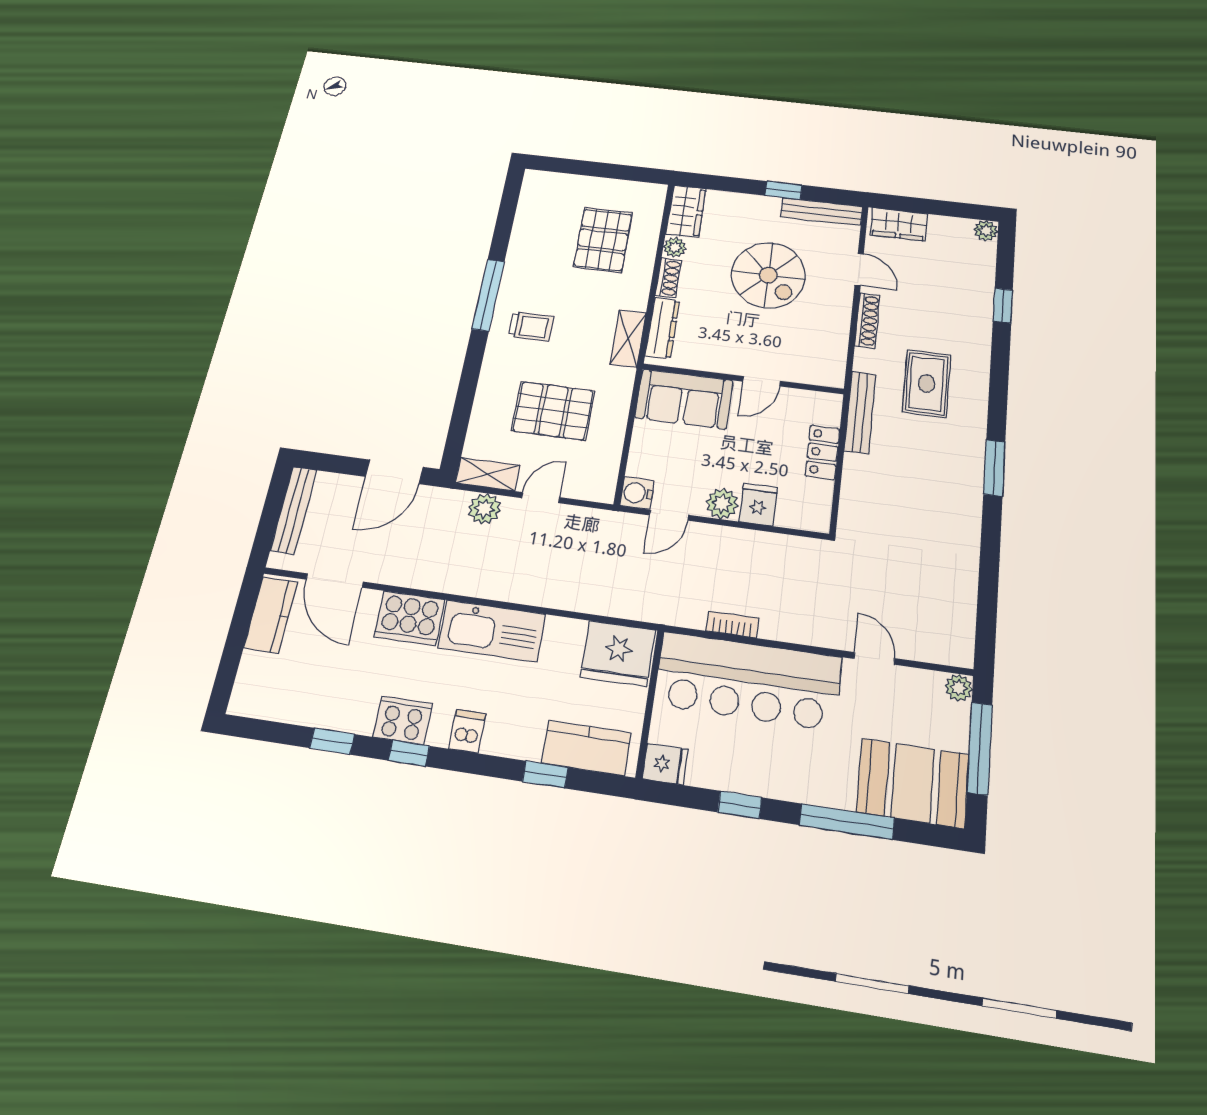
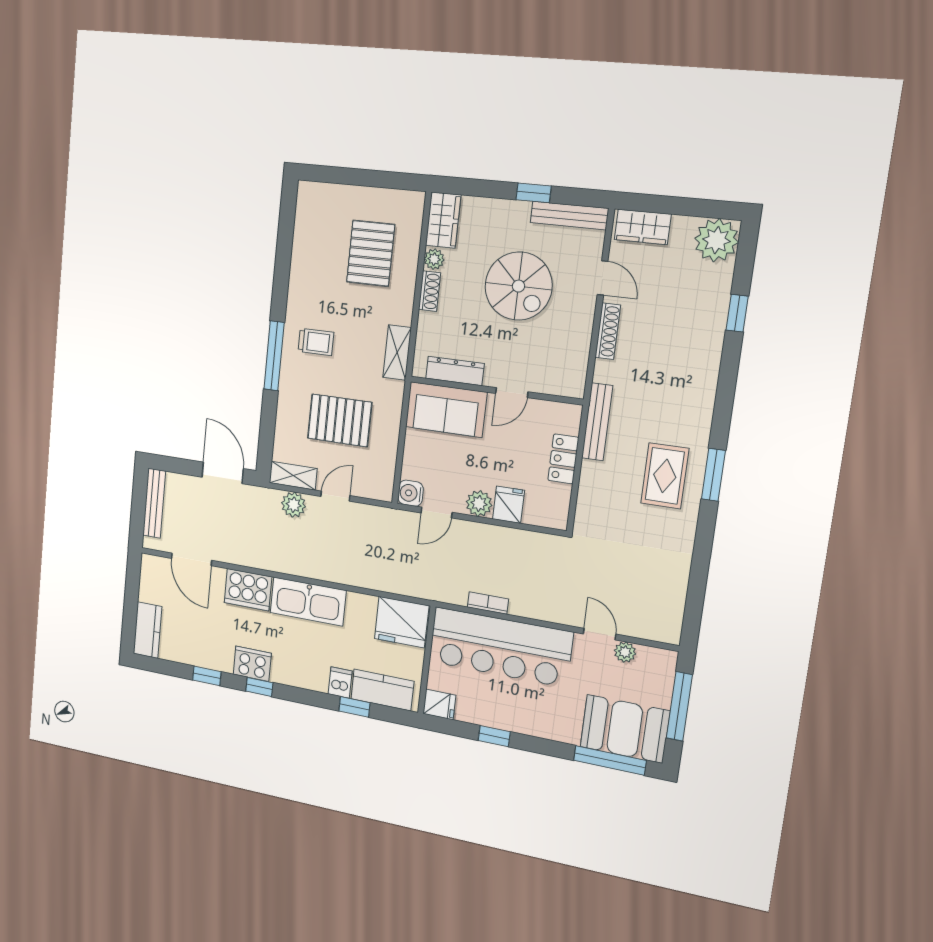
plant: (986, 231) -> (717, 240), width x1.88, depth x1.88
window: (488, 295) -> (274, 356), moved
dresser: (662, 328) -> (455, 371), moved, turned -90
rug: (927, 383) -> (665, 476), moved
door: (394, 472) -> (223, 473), swing flipped
kitchen counter: (271, 615) -> (148, 630), moved
plant: (959, 688) -> (625, 652), moved
dishwasher: (467, 731) -> (340, 682), moved
window: (847, 822) -> (610, 760), moved

